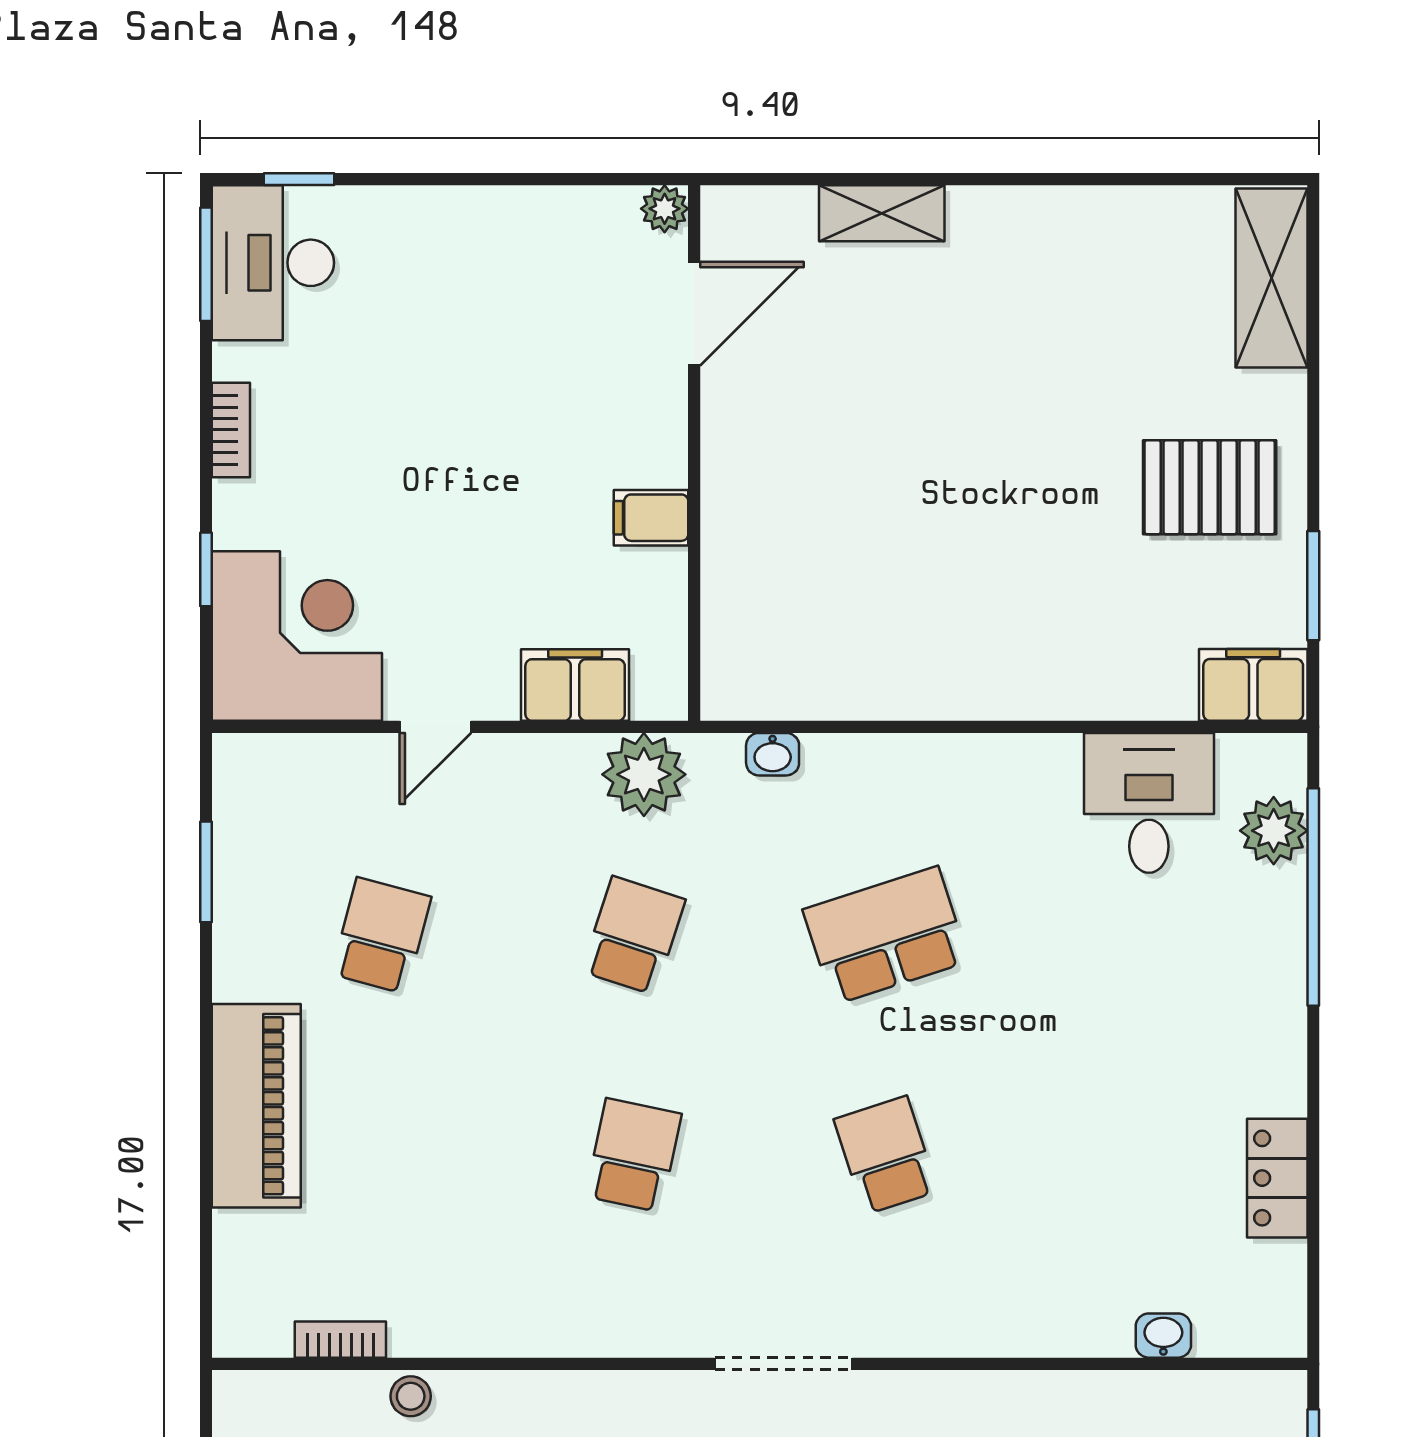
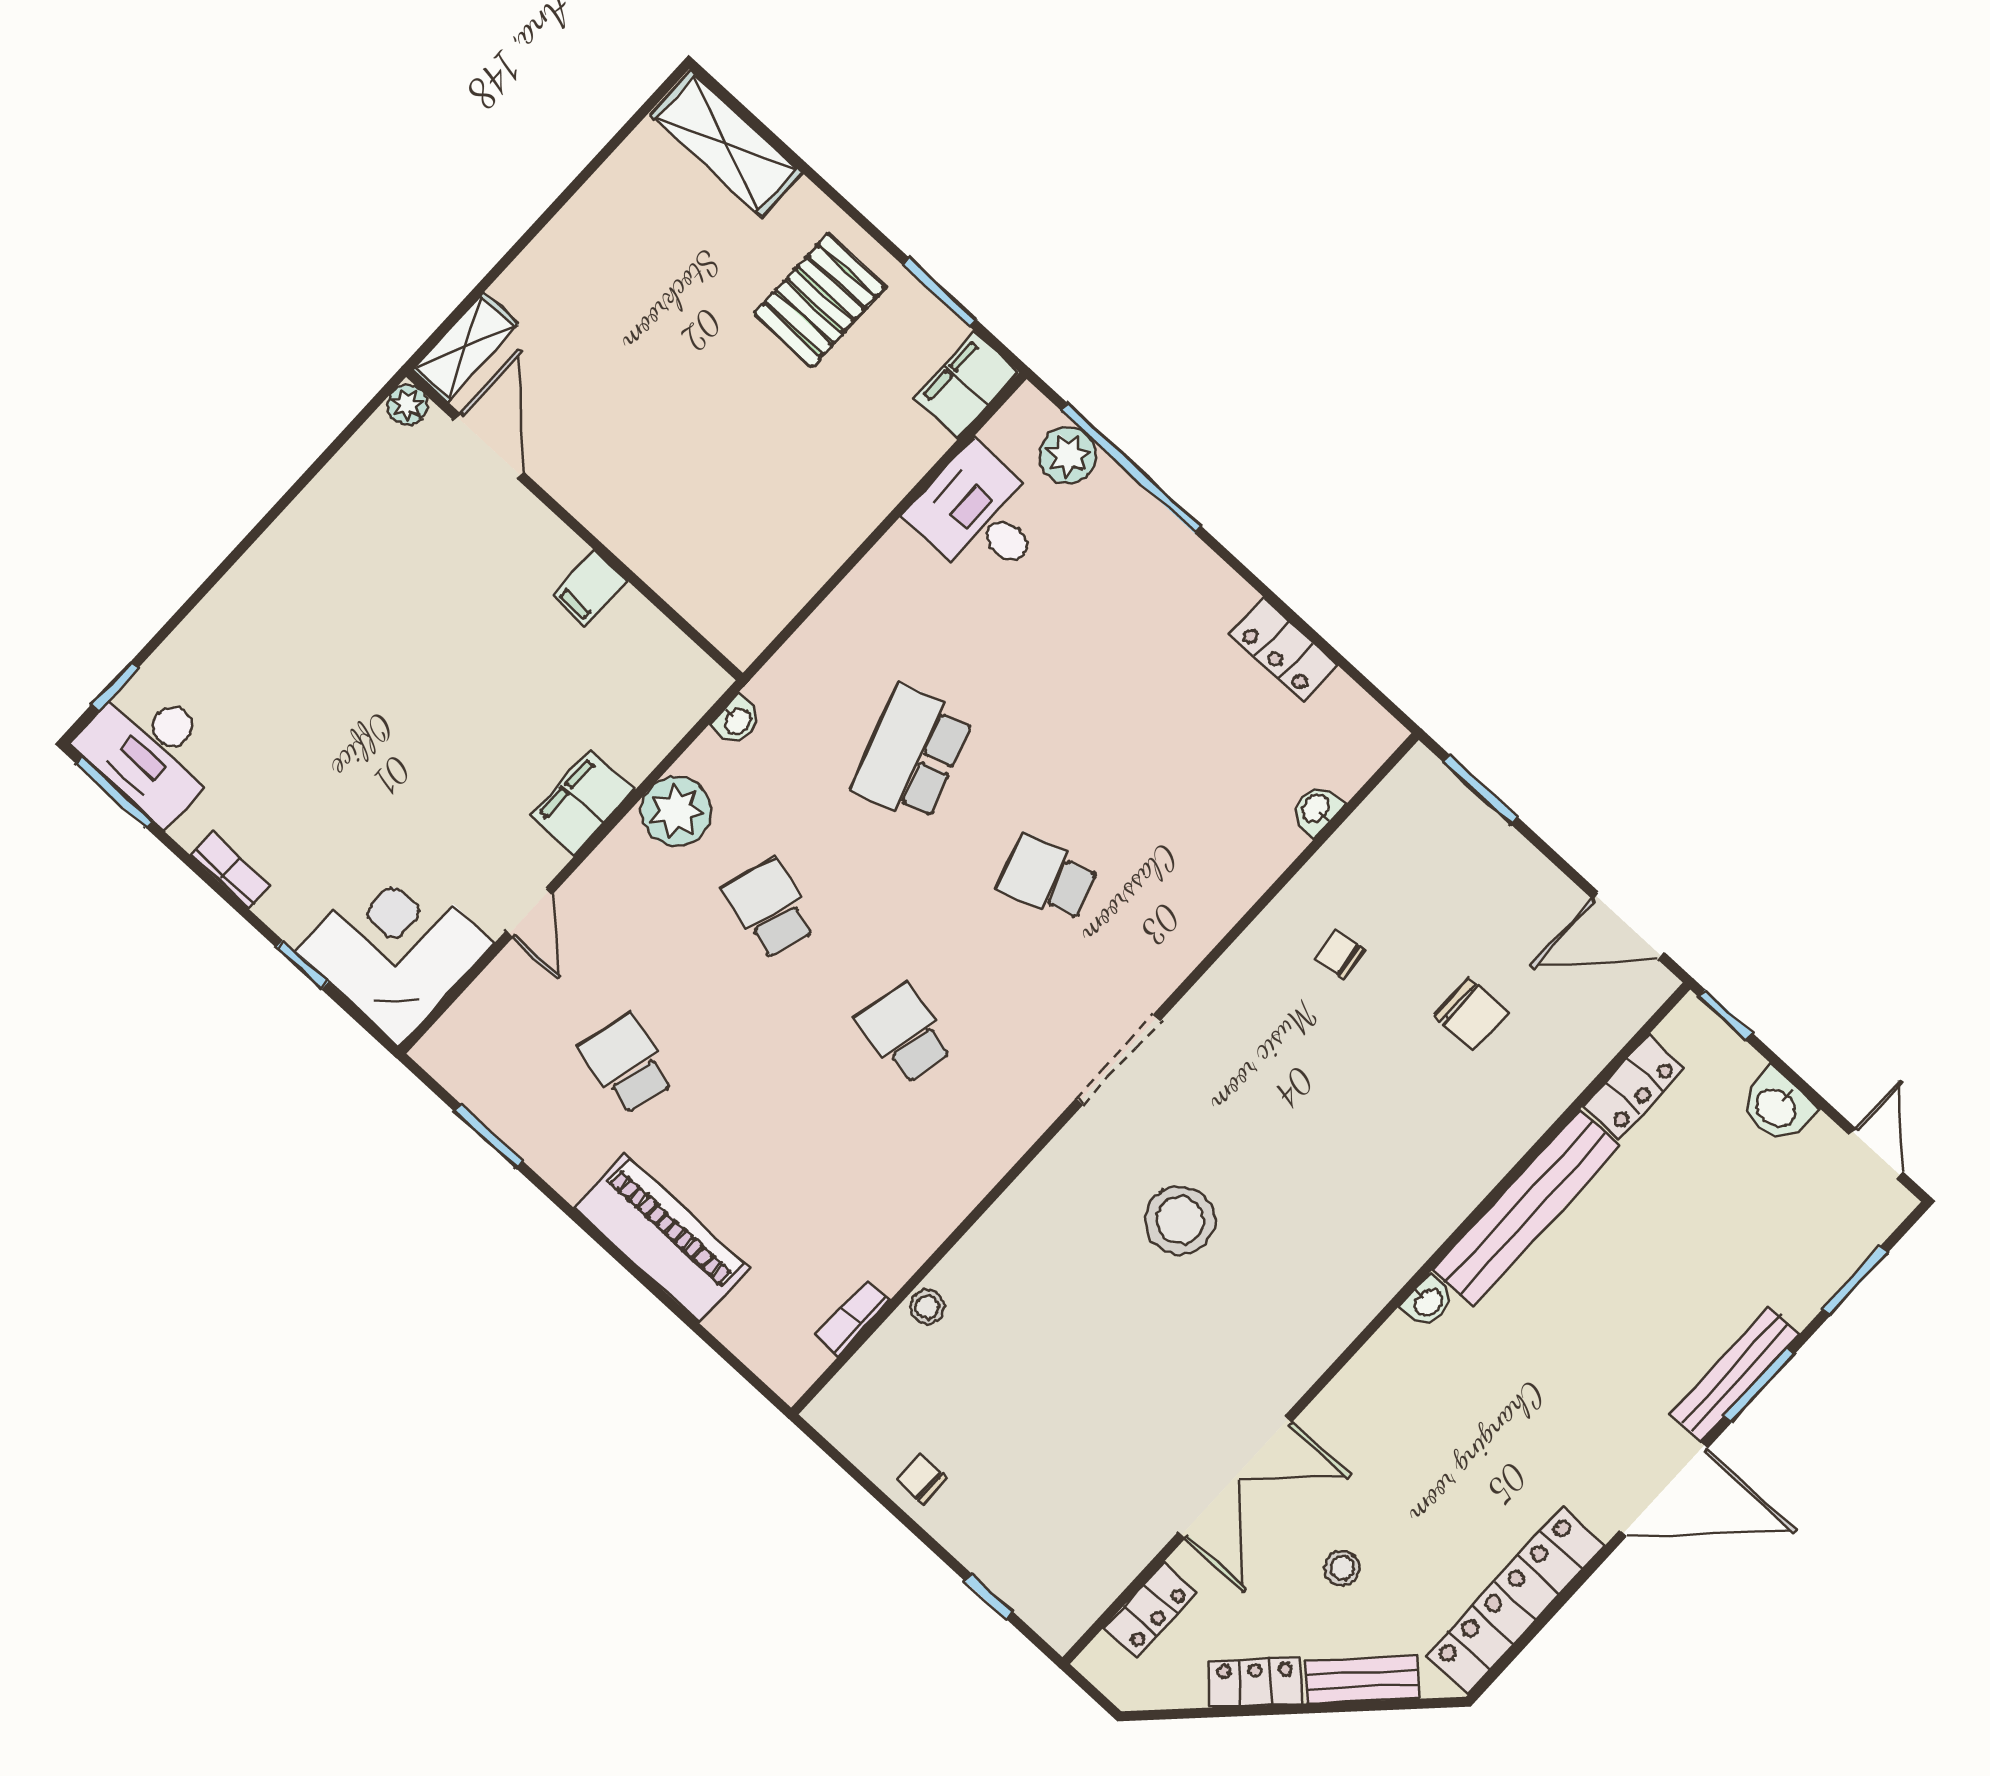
plant: (665, 209) -> (407, 405), moved
door: (694, 314) -> (489, 446), moved
wall: (694, 453) -> (574, 525), moved
filing cabinet: (651, 518) -> (590, 588), moved

